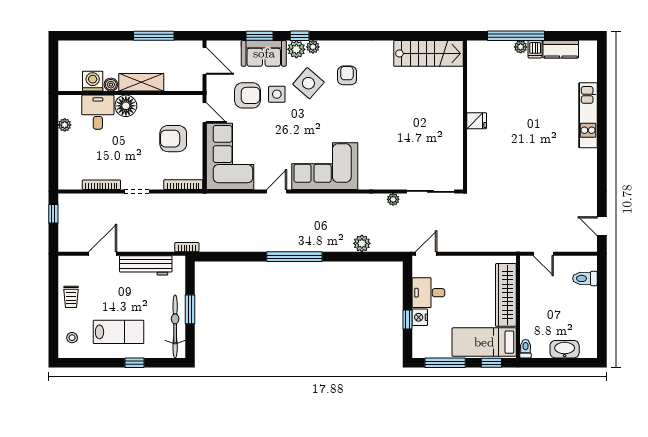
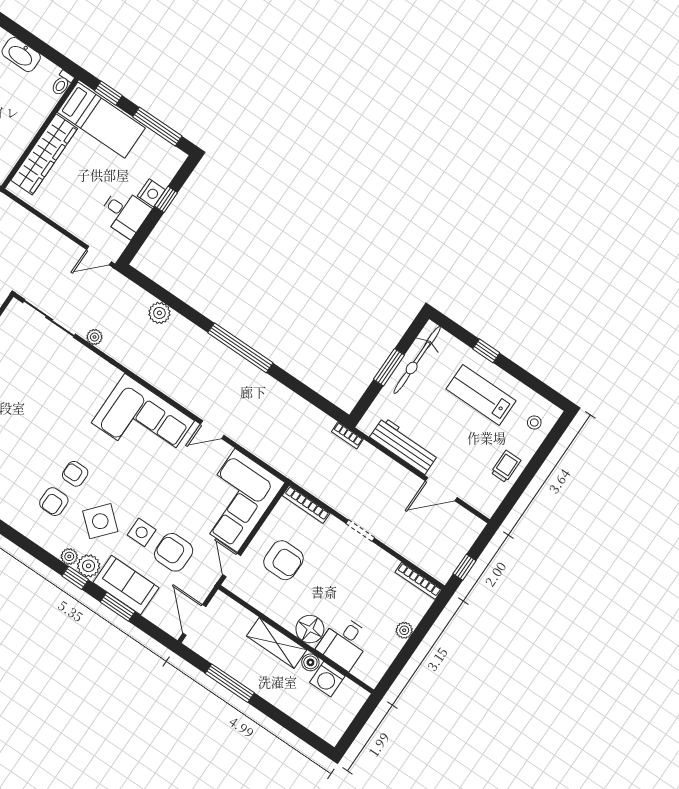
armchair: (345, 103) -> (75, 474), added
plant: (65, 125) -> (404, 630), moved
bookcase: (101, 185) -> (419, 581), moved

